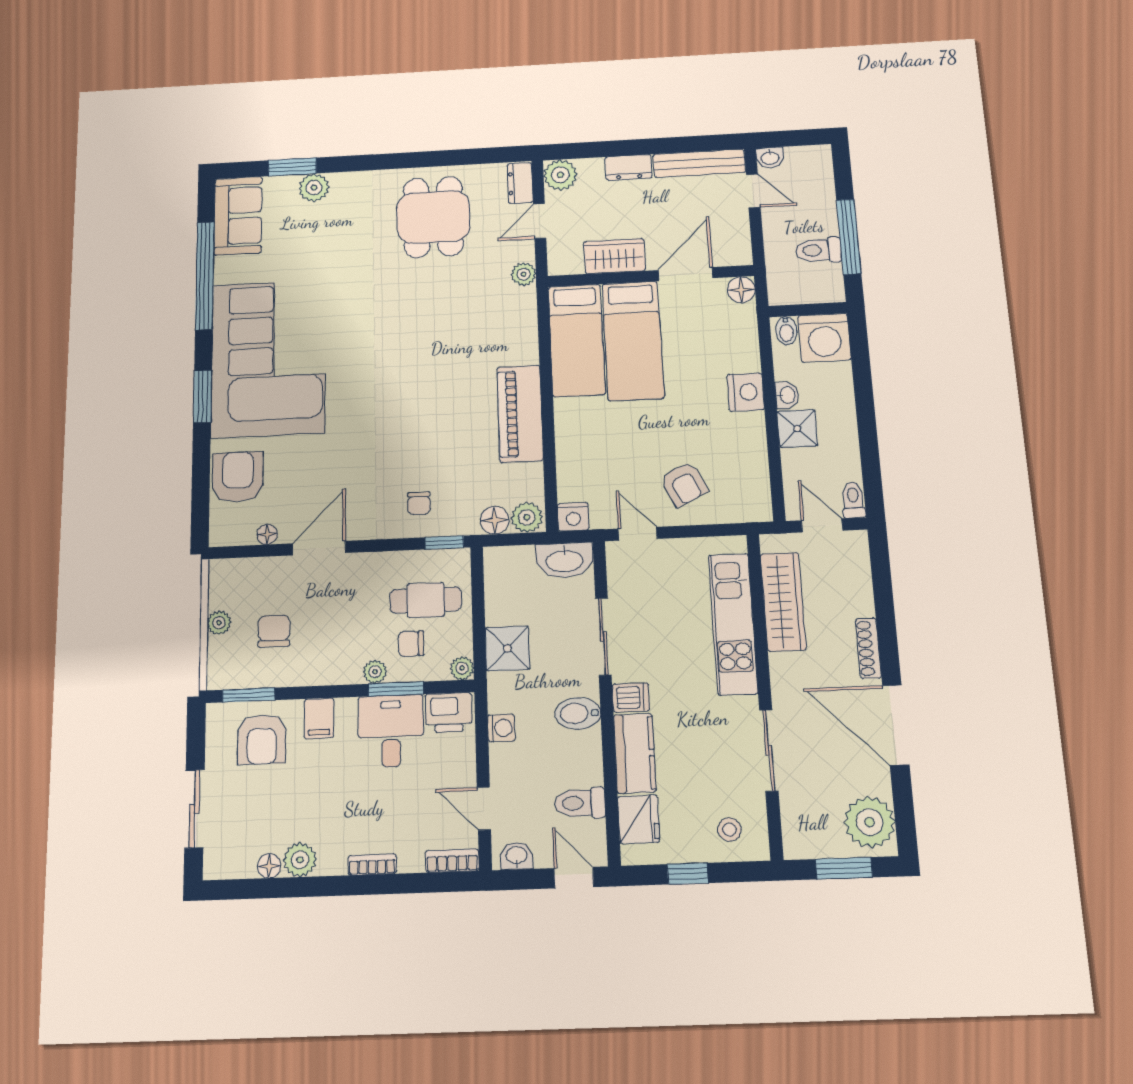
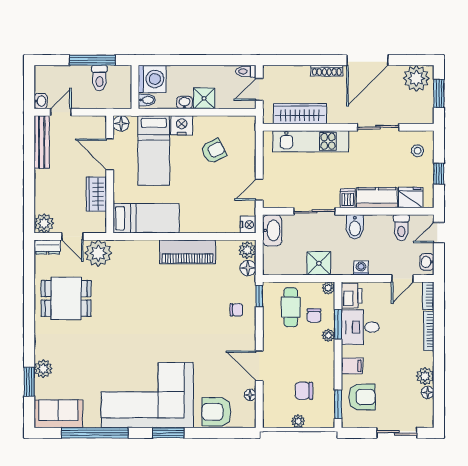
dresser: (629, 167) -> (42, 183), removed
plant: (524, 274) -> (98, 253), width x1.87, depth x1.87
bed: (633, 341) -> (154, 150), moved, turned 90
armchair: (684, 484) -> (214, 151), moved
bookcase: (372, 865) -> (429, 331), width x1.56

